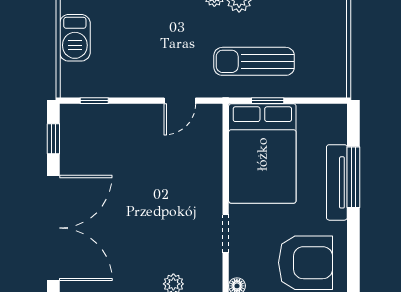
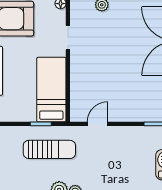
bed: (262, 154) -> (51, 90), width x0.67

